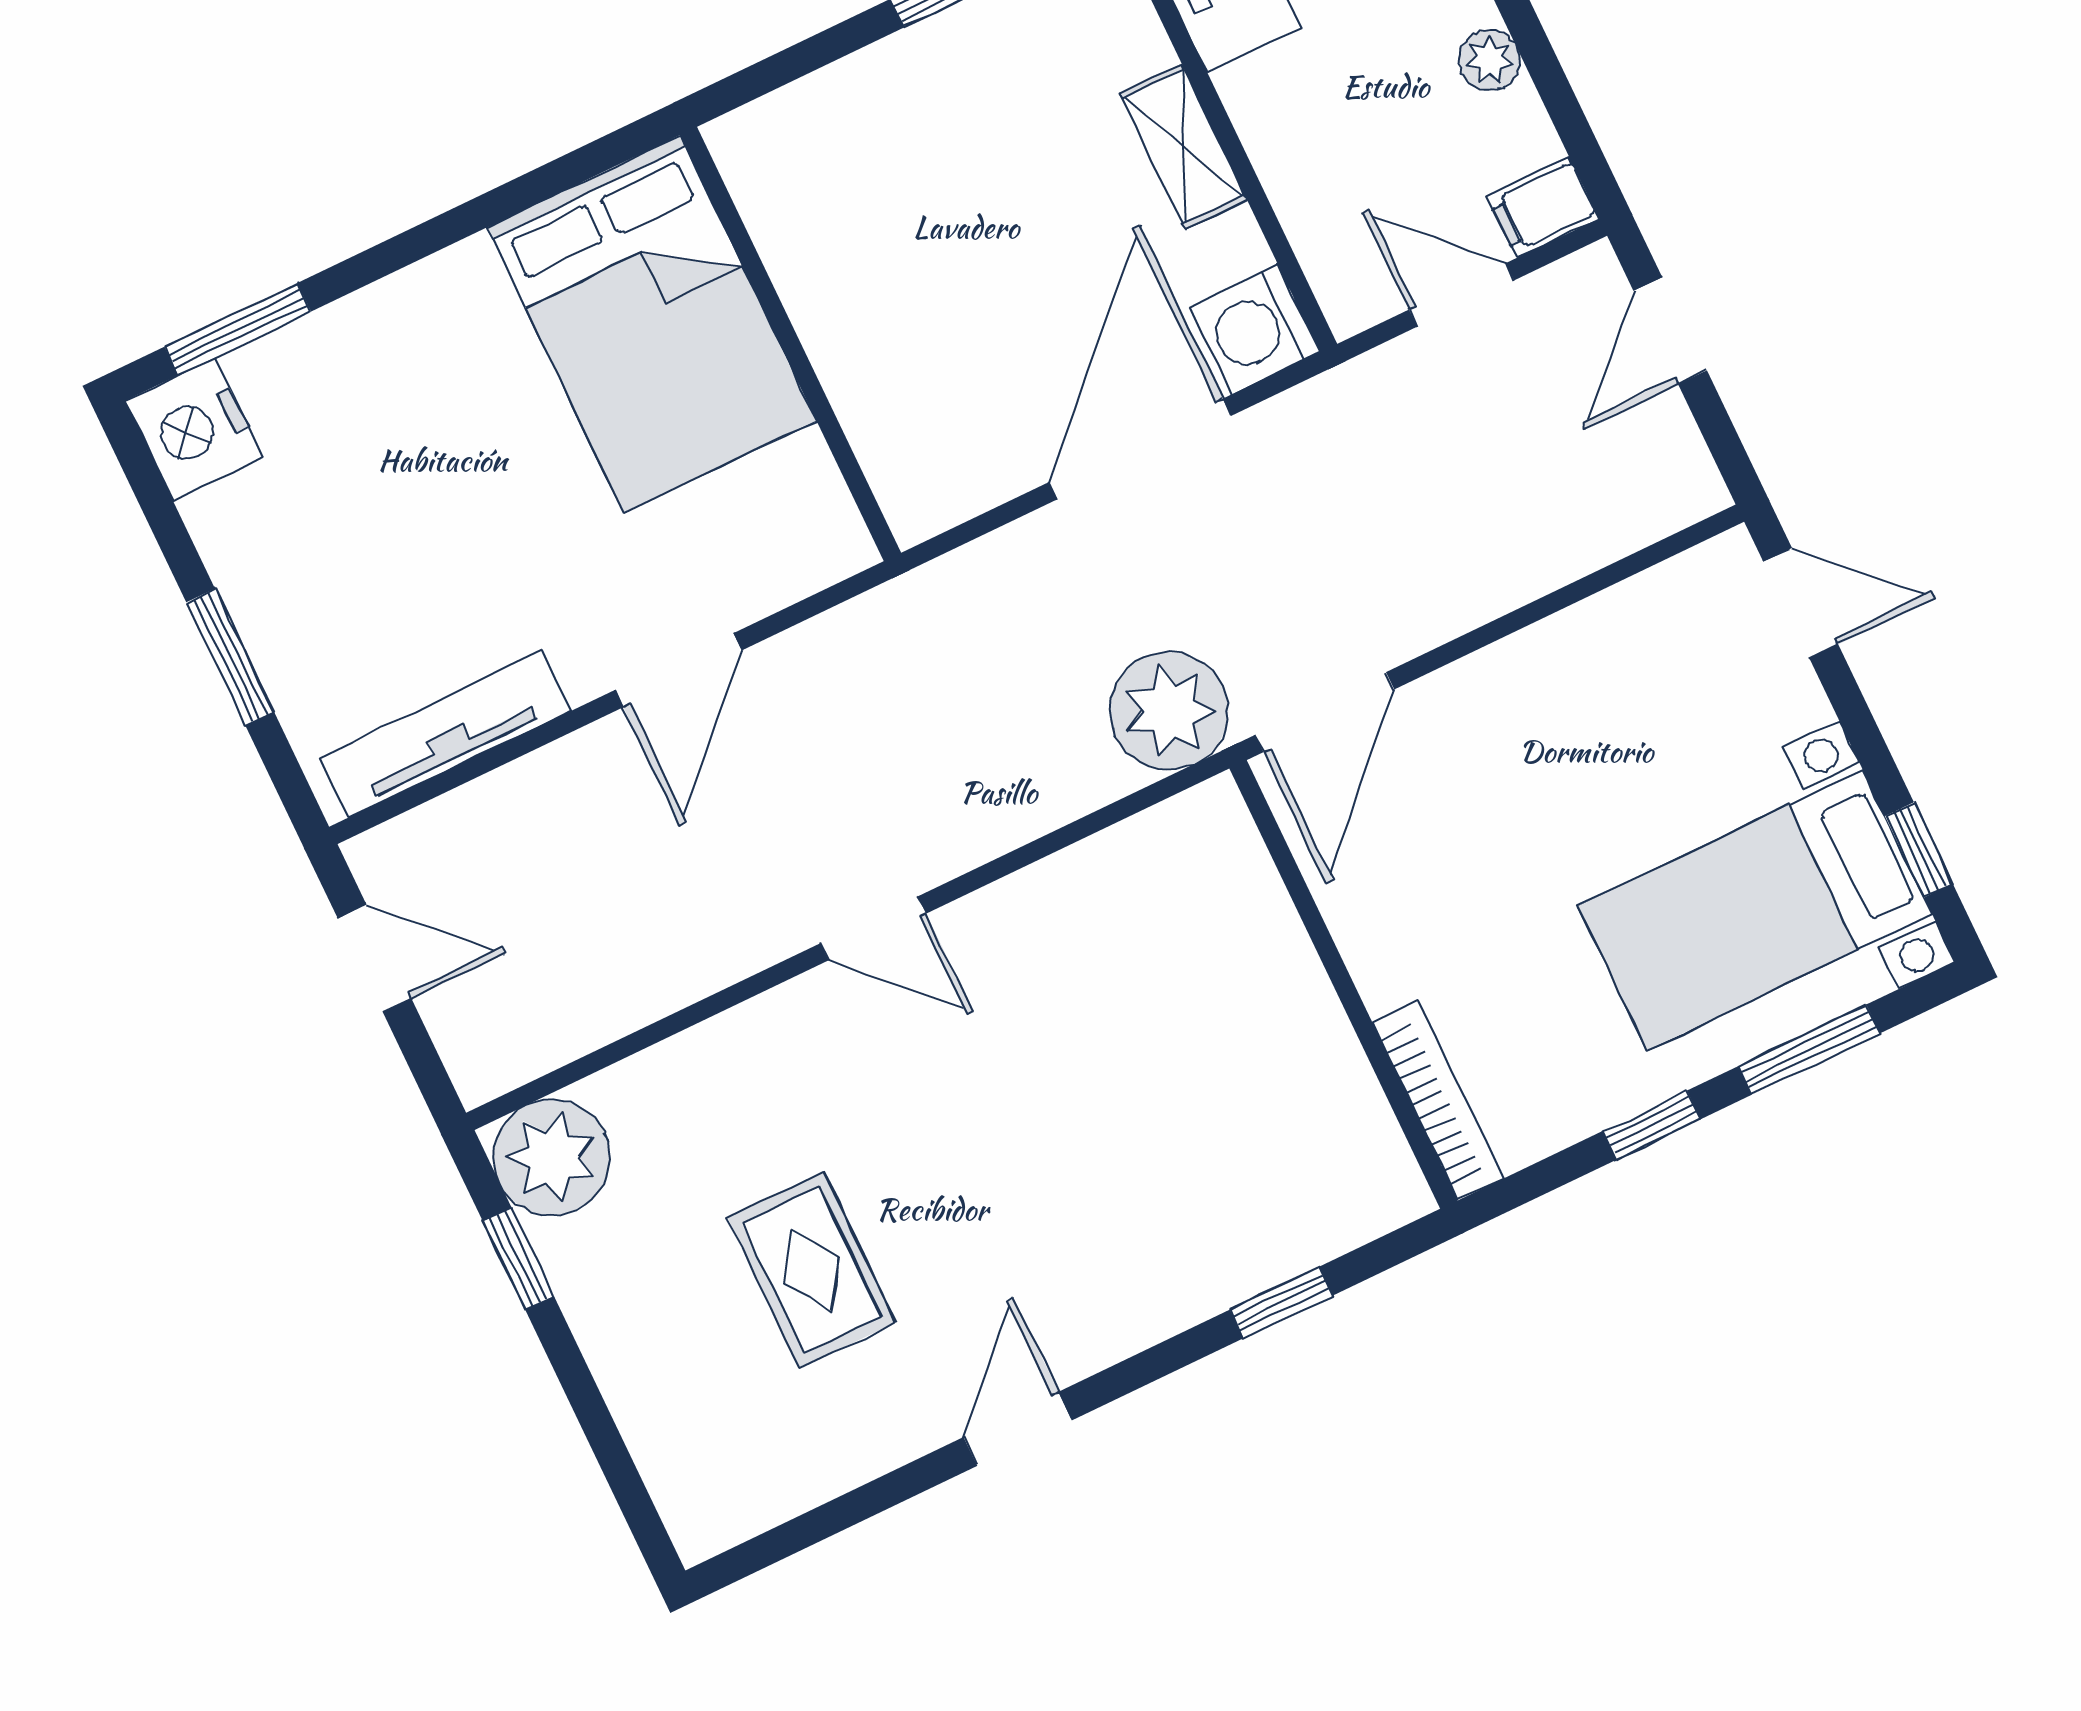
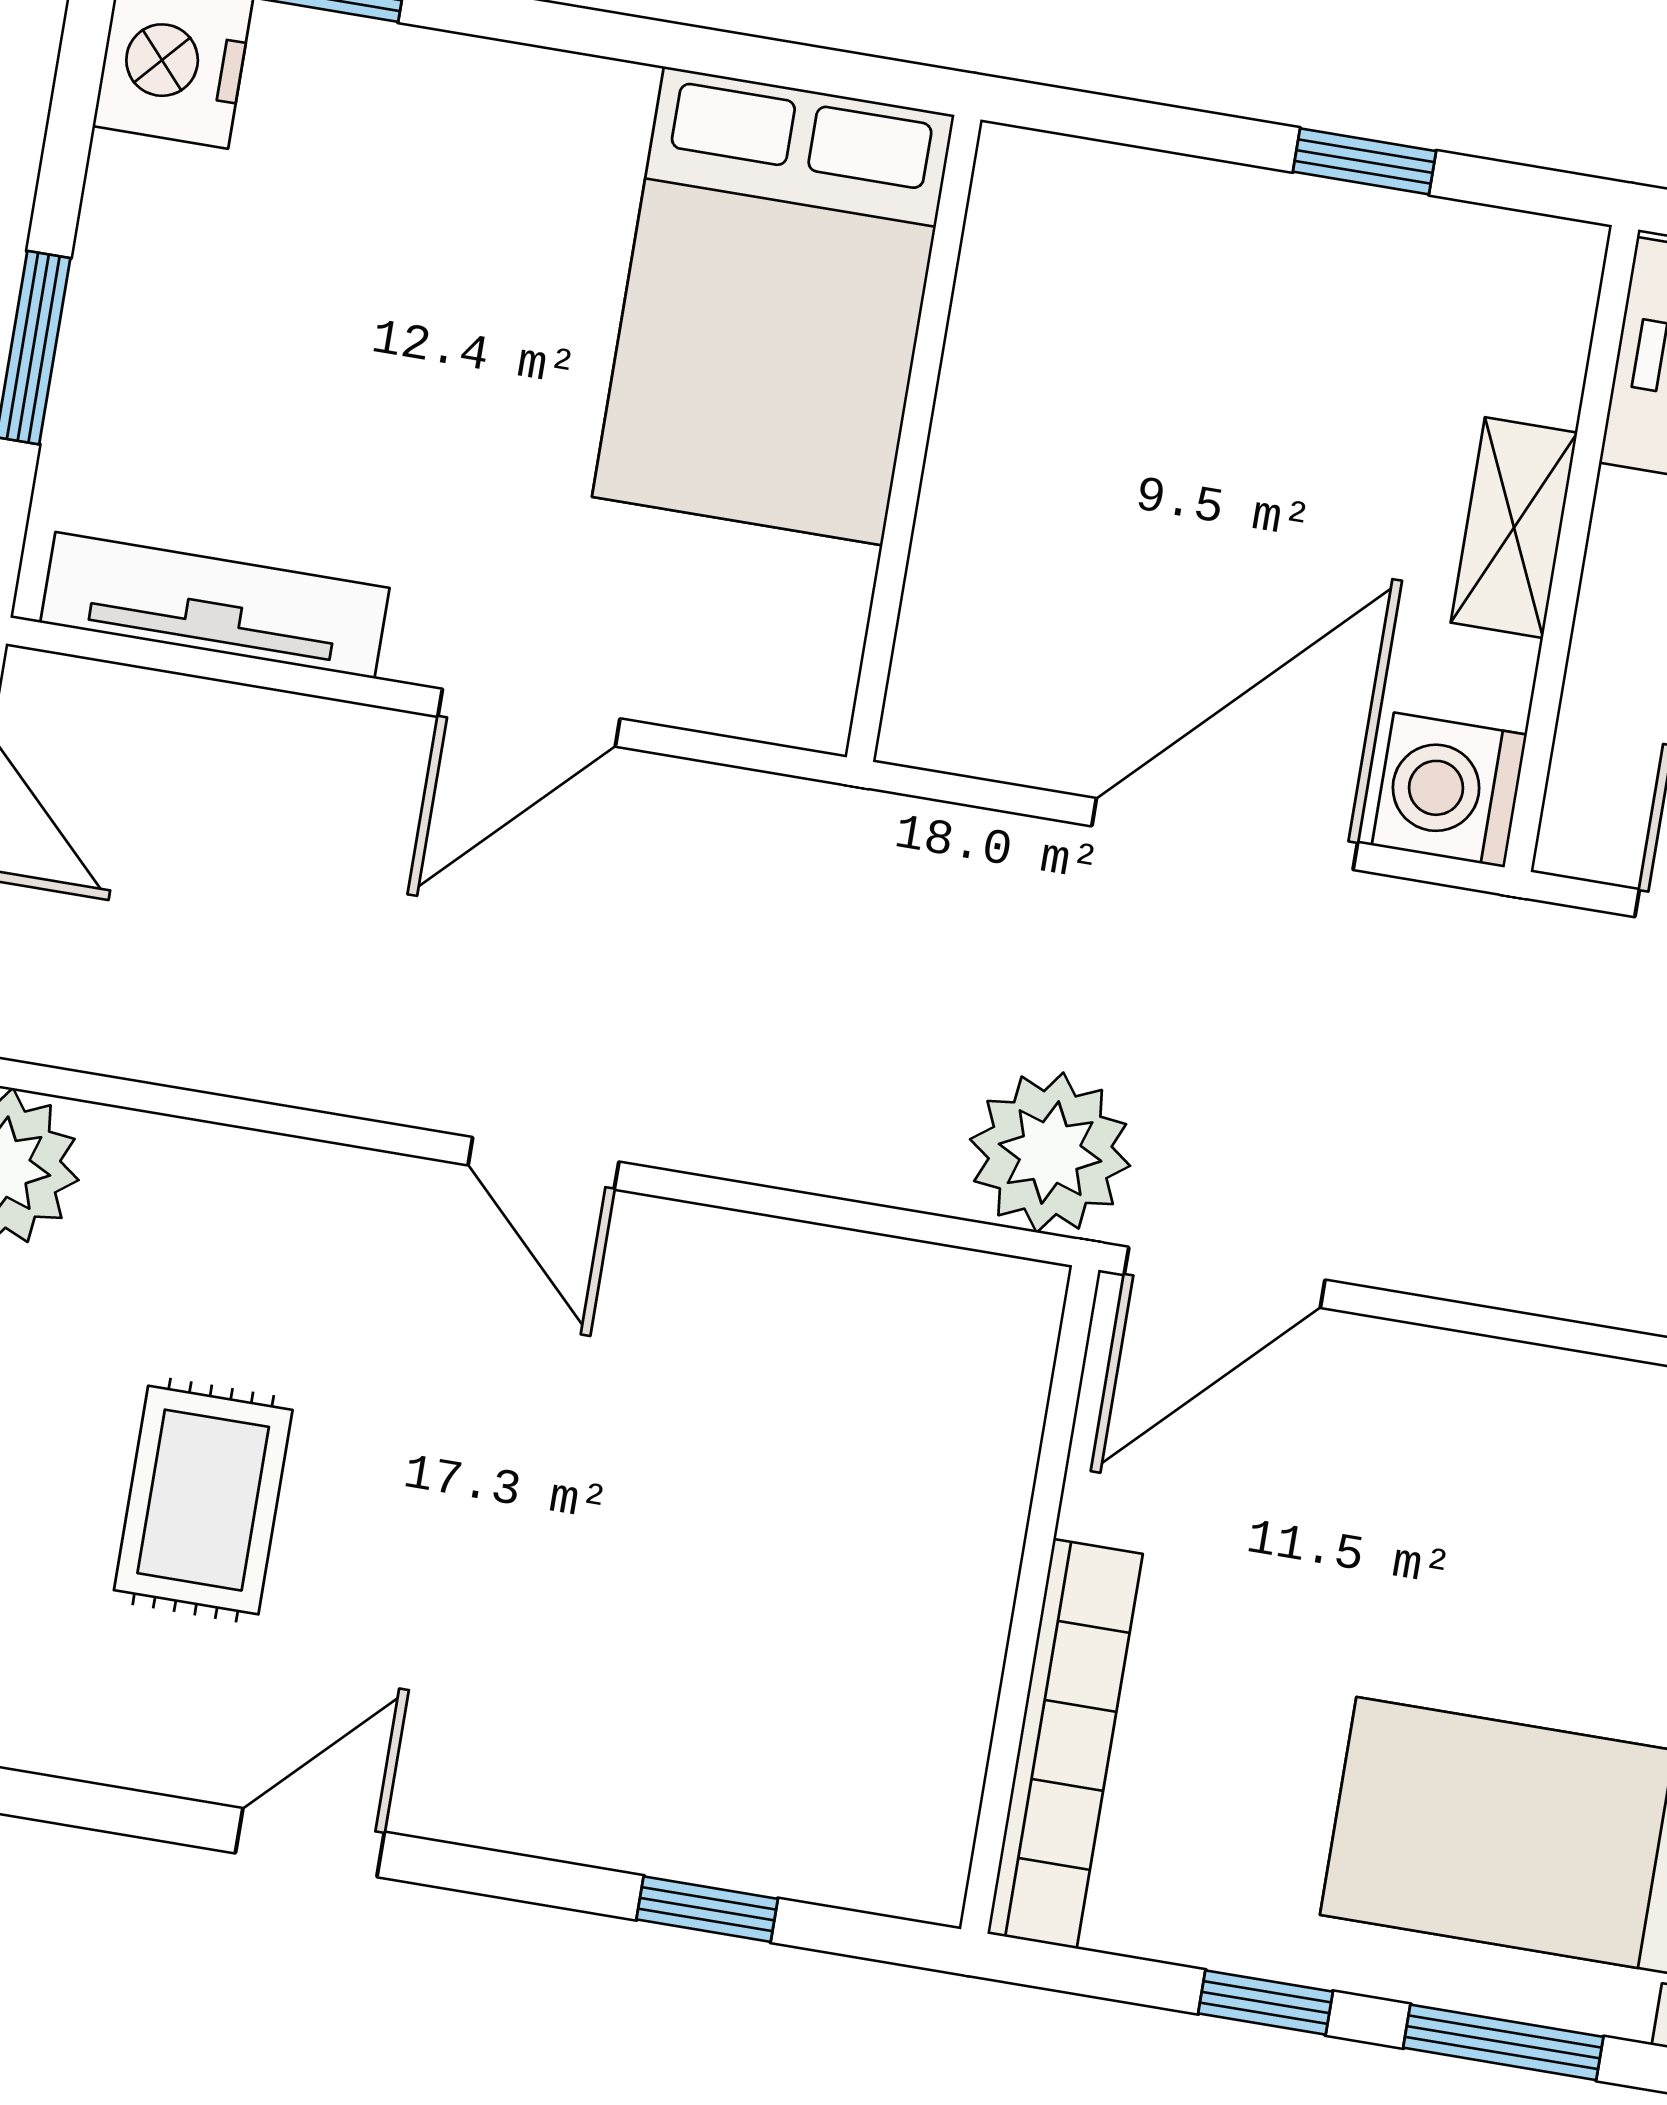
bookcase: (1438, 1101) -> (1065, 1744), width x1.48, depth x1.31

